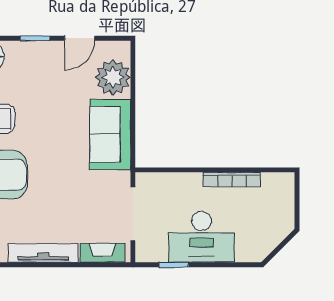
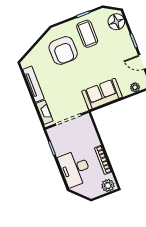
plant: (113, 77) -> (135, 87), width x0.53, depth x0.53
plant: (282, 188) -> (108, 186), added
desk: (202, 237) -> (75, 168), moved

